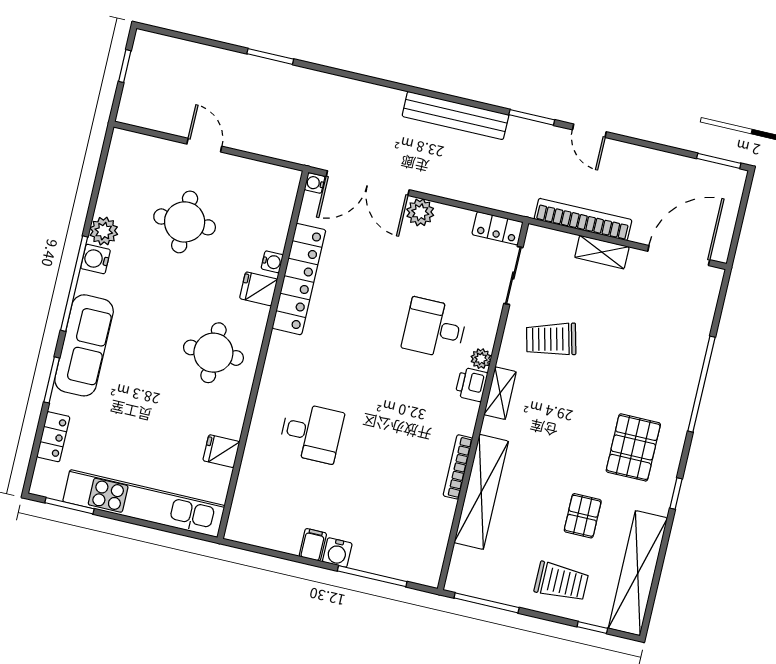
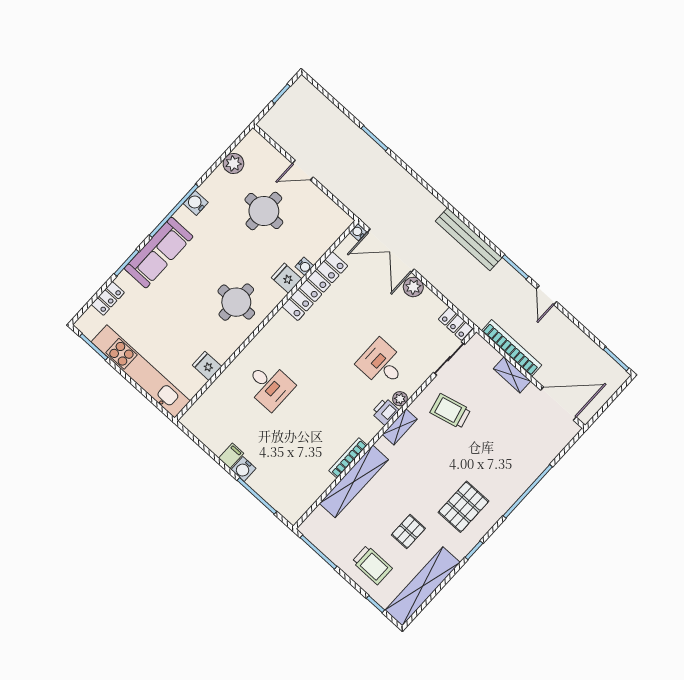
door: (204, 145) -> (303, 170), swing flipped
plant: (104, 231) -> (233, 163), moved

